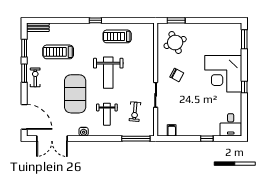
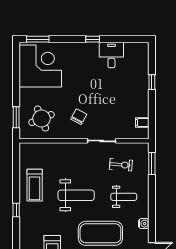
corner desk: (223, 74) -> (40, 66), moved, turned -90
desk: (231, 125) -> (111, 55), moved, turned -90
window: (136, 139) -> (152, 164), width x0.69

